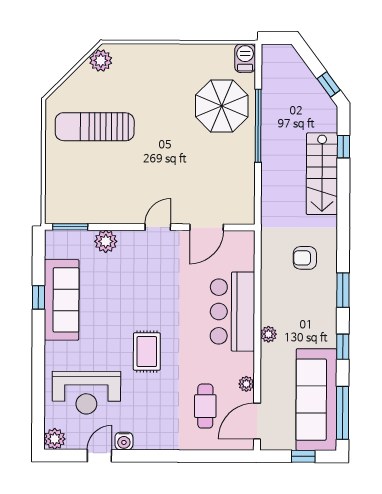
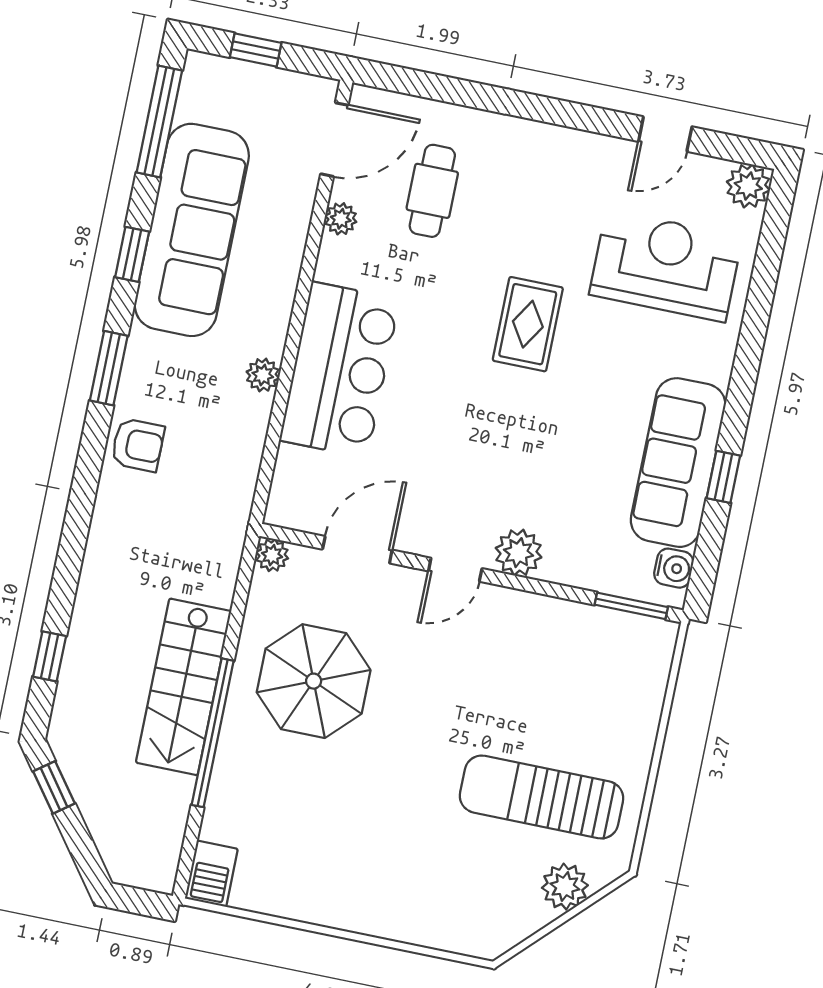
plant: (101, 61) -> (565, 887), moved
parasol: (222, 106) -> (314, 681), moved
sun lounger: (95, 127) -> (542, 797), turned 180
stairs: (322, 174) -> (184, 687), moved, turned 180
plant: (247, 216) -> (272, 555), added
plant: (106, 241) -> (519, 553), moved
armchair: (305, 258) -> (138, 445), moved
plant: (268, 334) -> (263, 375), moved
sofa: (316, 400) -> (192, 230), moved
water cooler: (124, 441) -> (674, 568), moved, turned 90

